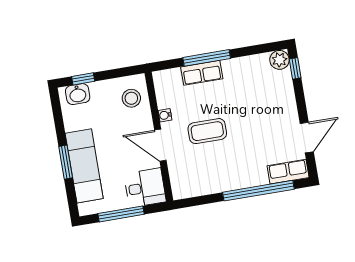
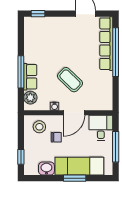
plant: (279, 60) -> (30, 98), moved
washbasin: (78, 94) -> (46, 168), moved, turned -90
chair: (120, 125) -> (56, 137), added
coffee table: (207, 131) -> (70, 80), turned -46
row of seats: (288, 172) -> (106, 44), width x2.02

